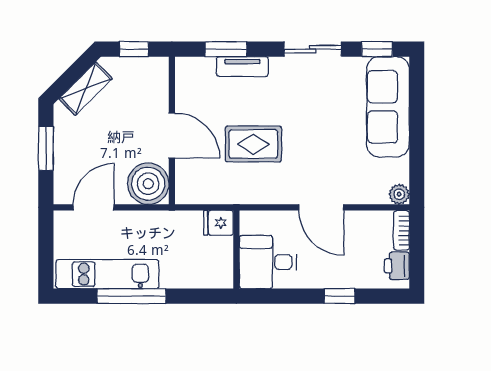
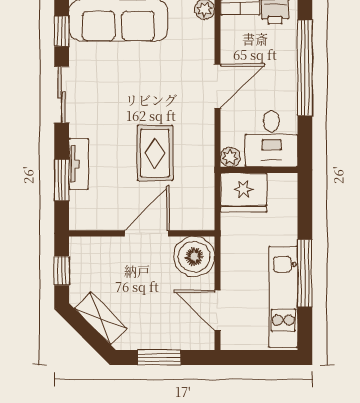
plant: (249, 220) -> (230, 157), added
fridge: (218, 223) -> (244, 192), width x1.88, depth x1.34
window: (340, 296) -> (305, 68), width x3.17

